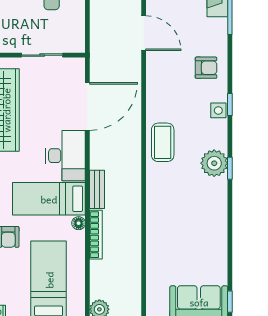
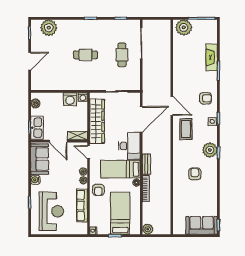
door: (144, 33) -> (172, 106), moved
coffee table: (163, 142) -> (186, 129), moved
armchair: (186, 207) -> (195, 174), added

